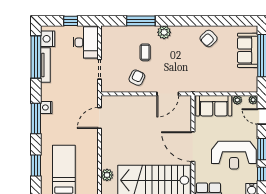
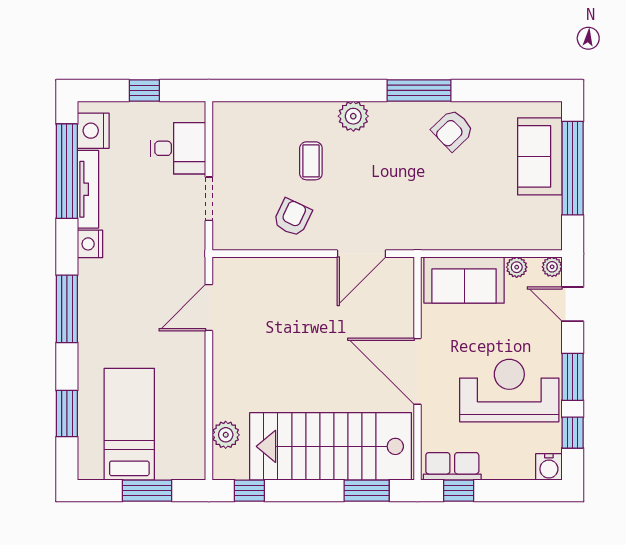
window: (141, 21) -> (419, 90), moved
desk: (86, 42) -> (178, 148), width x0.73
nightstand: (46, 107) -> (90, 244), moved
reception desk: (234, 155) -> (509, 391), turned 180

